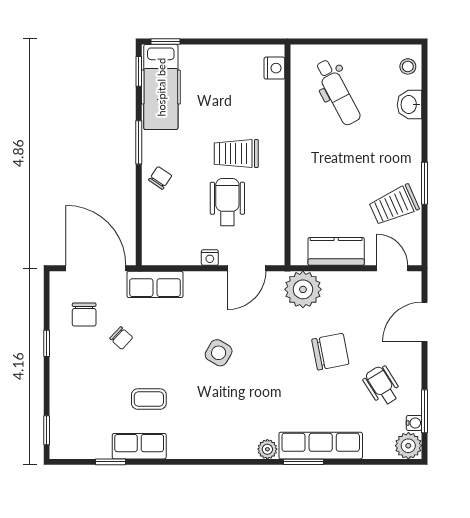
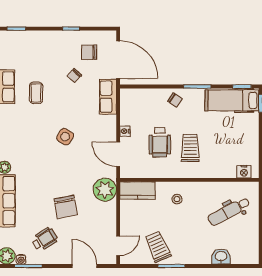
stool: (408, 66) -> (177, 199), moved
wheelchair: (227, 202) -> (160, 142), turned 90
kitchen counter: (336, 251) -> (138, 191), moved, turned 90
door: (96, 268) -> (118, 60), hinge flipped

